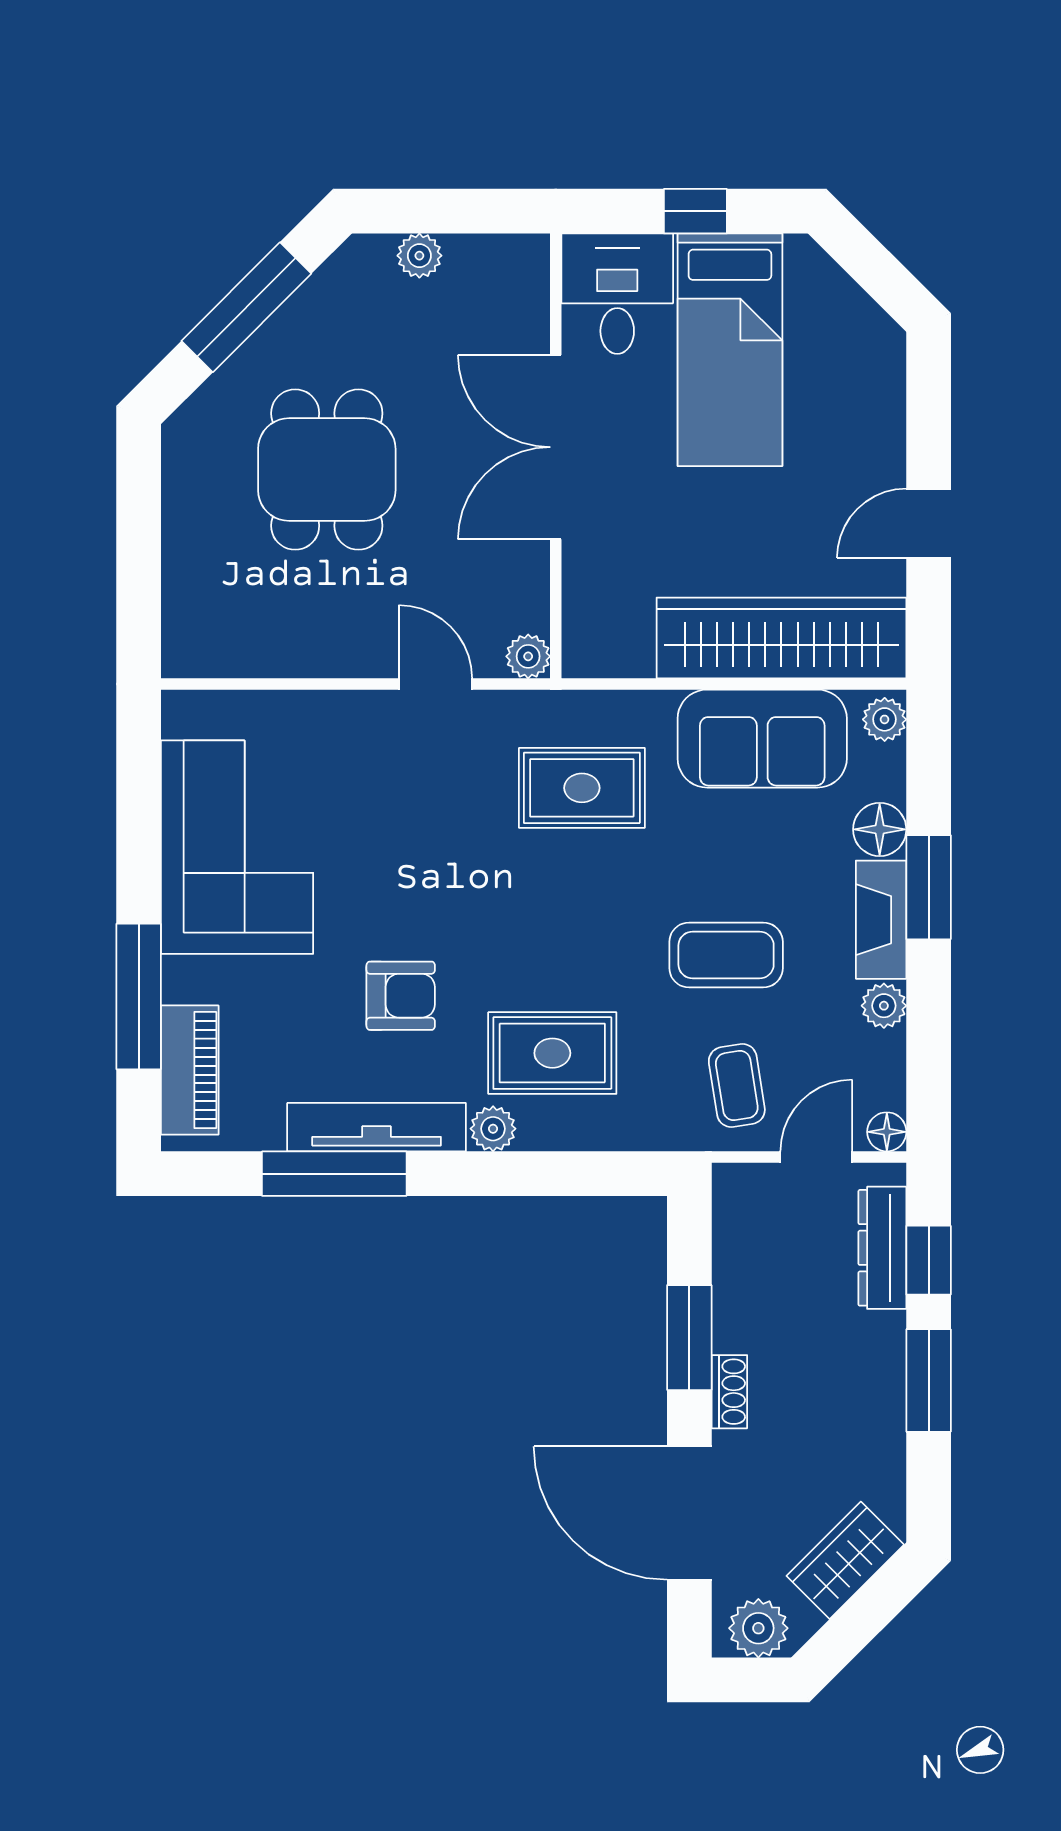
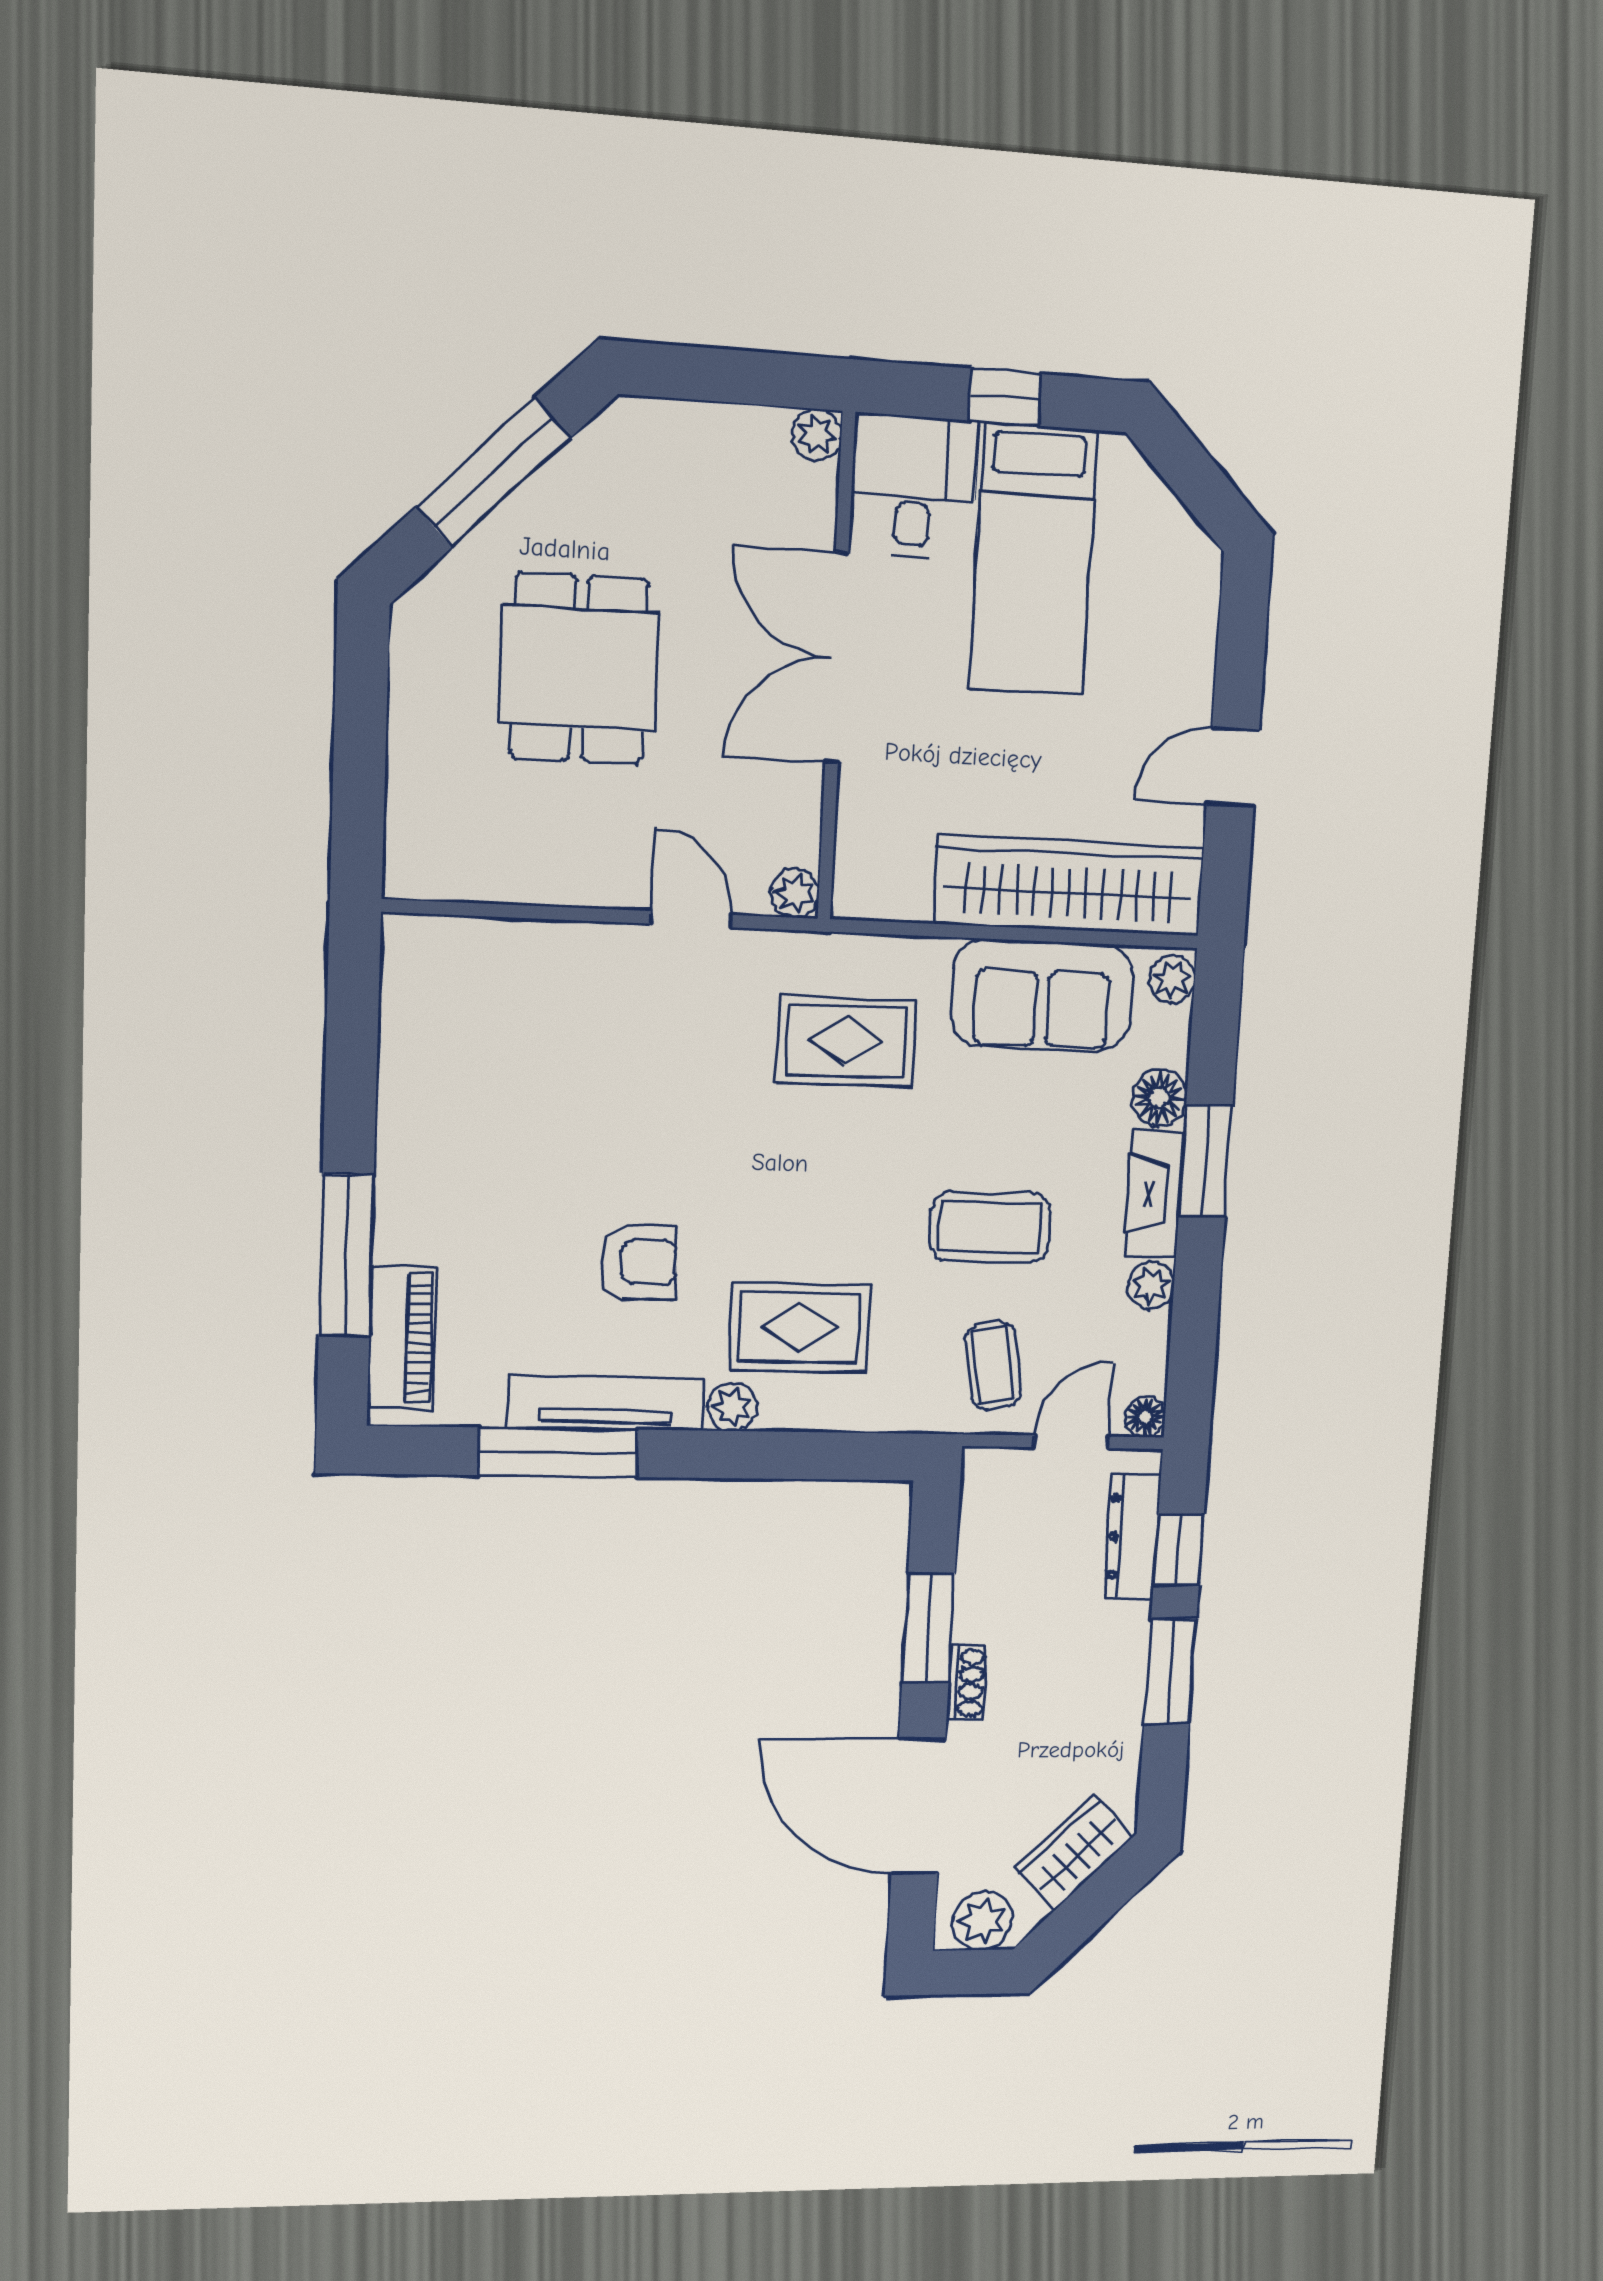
plant: (419, 256) -> (817, 435), moved
corner sofa: (237, 847) -> (462, 1093), removed

